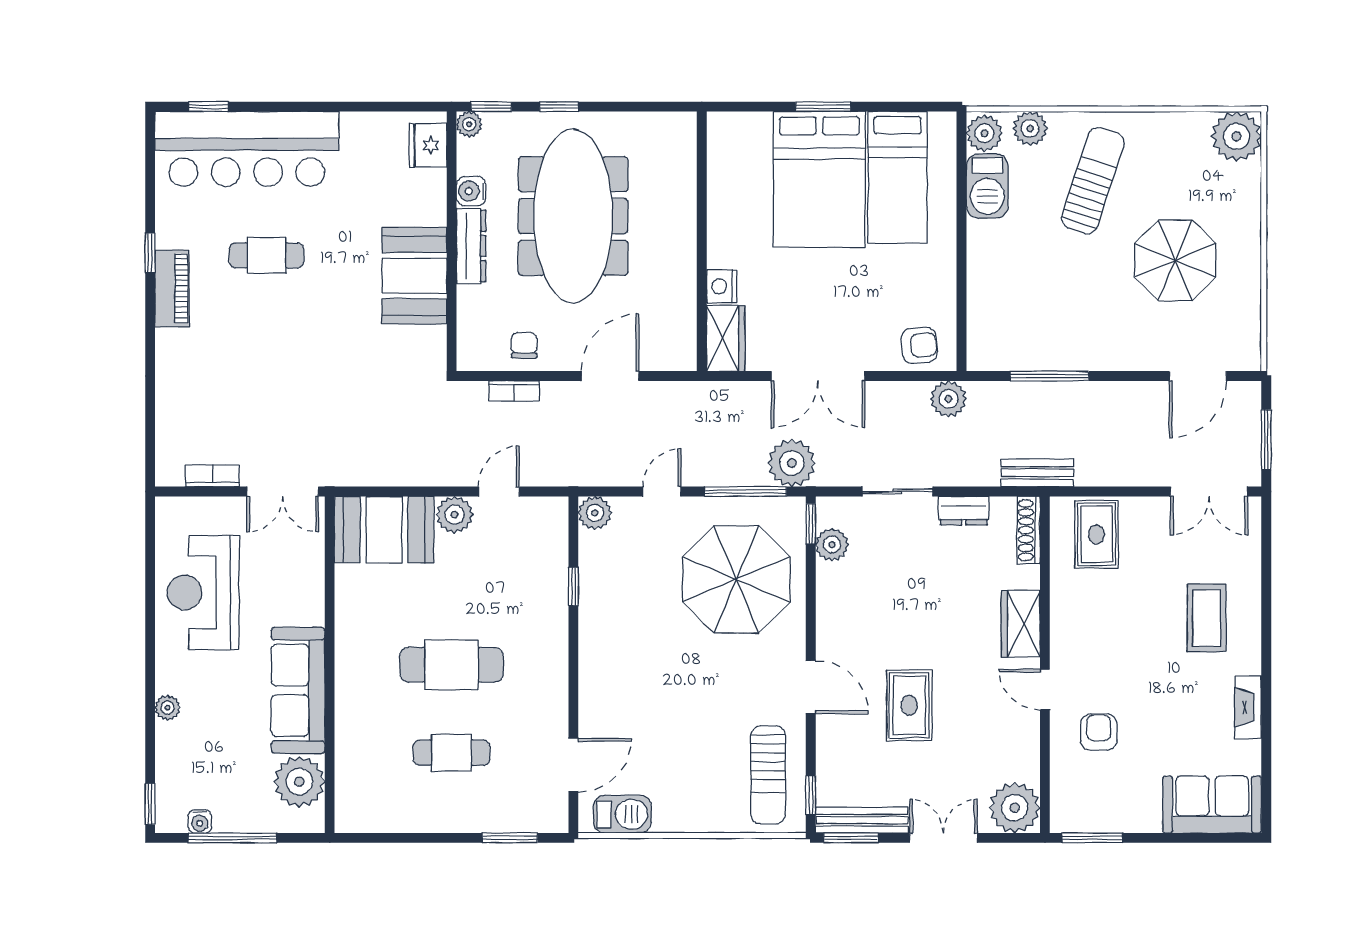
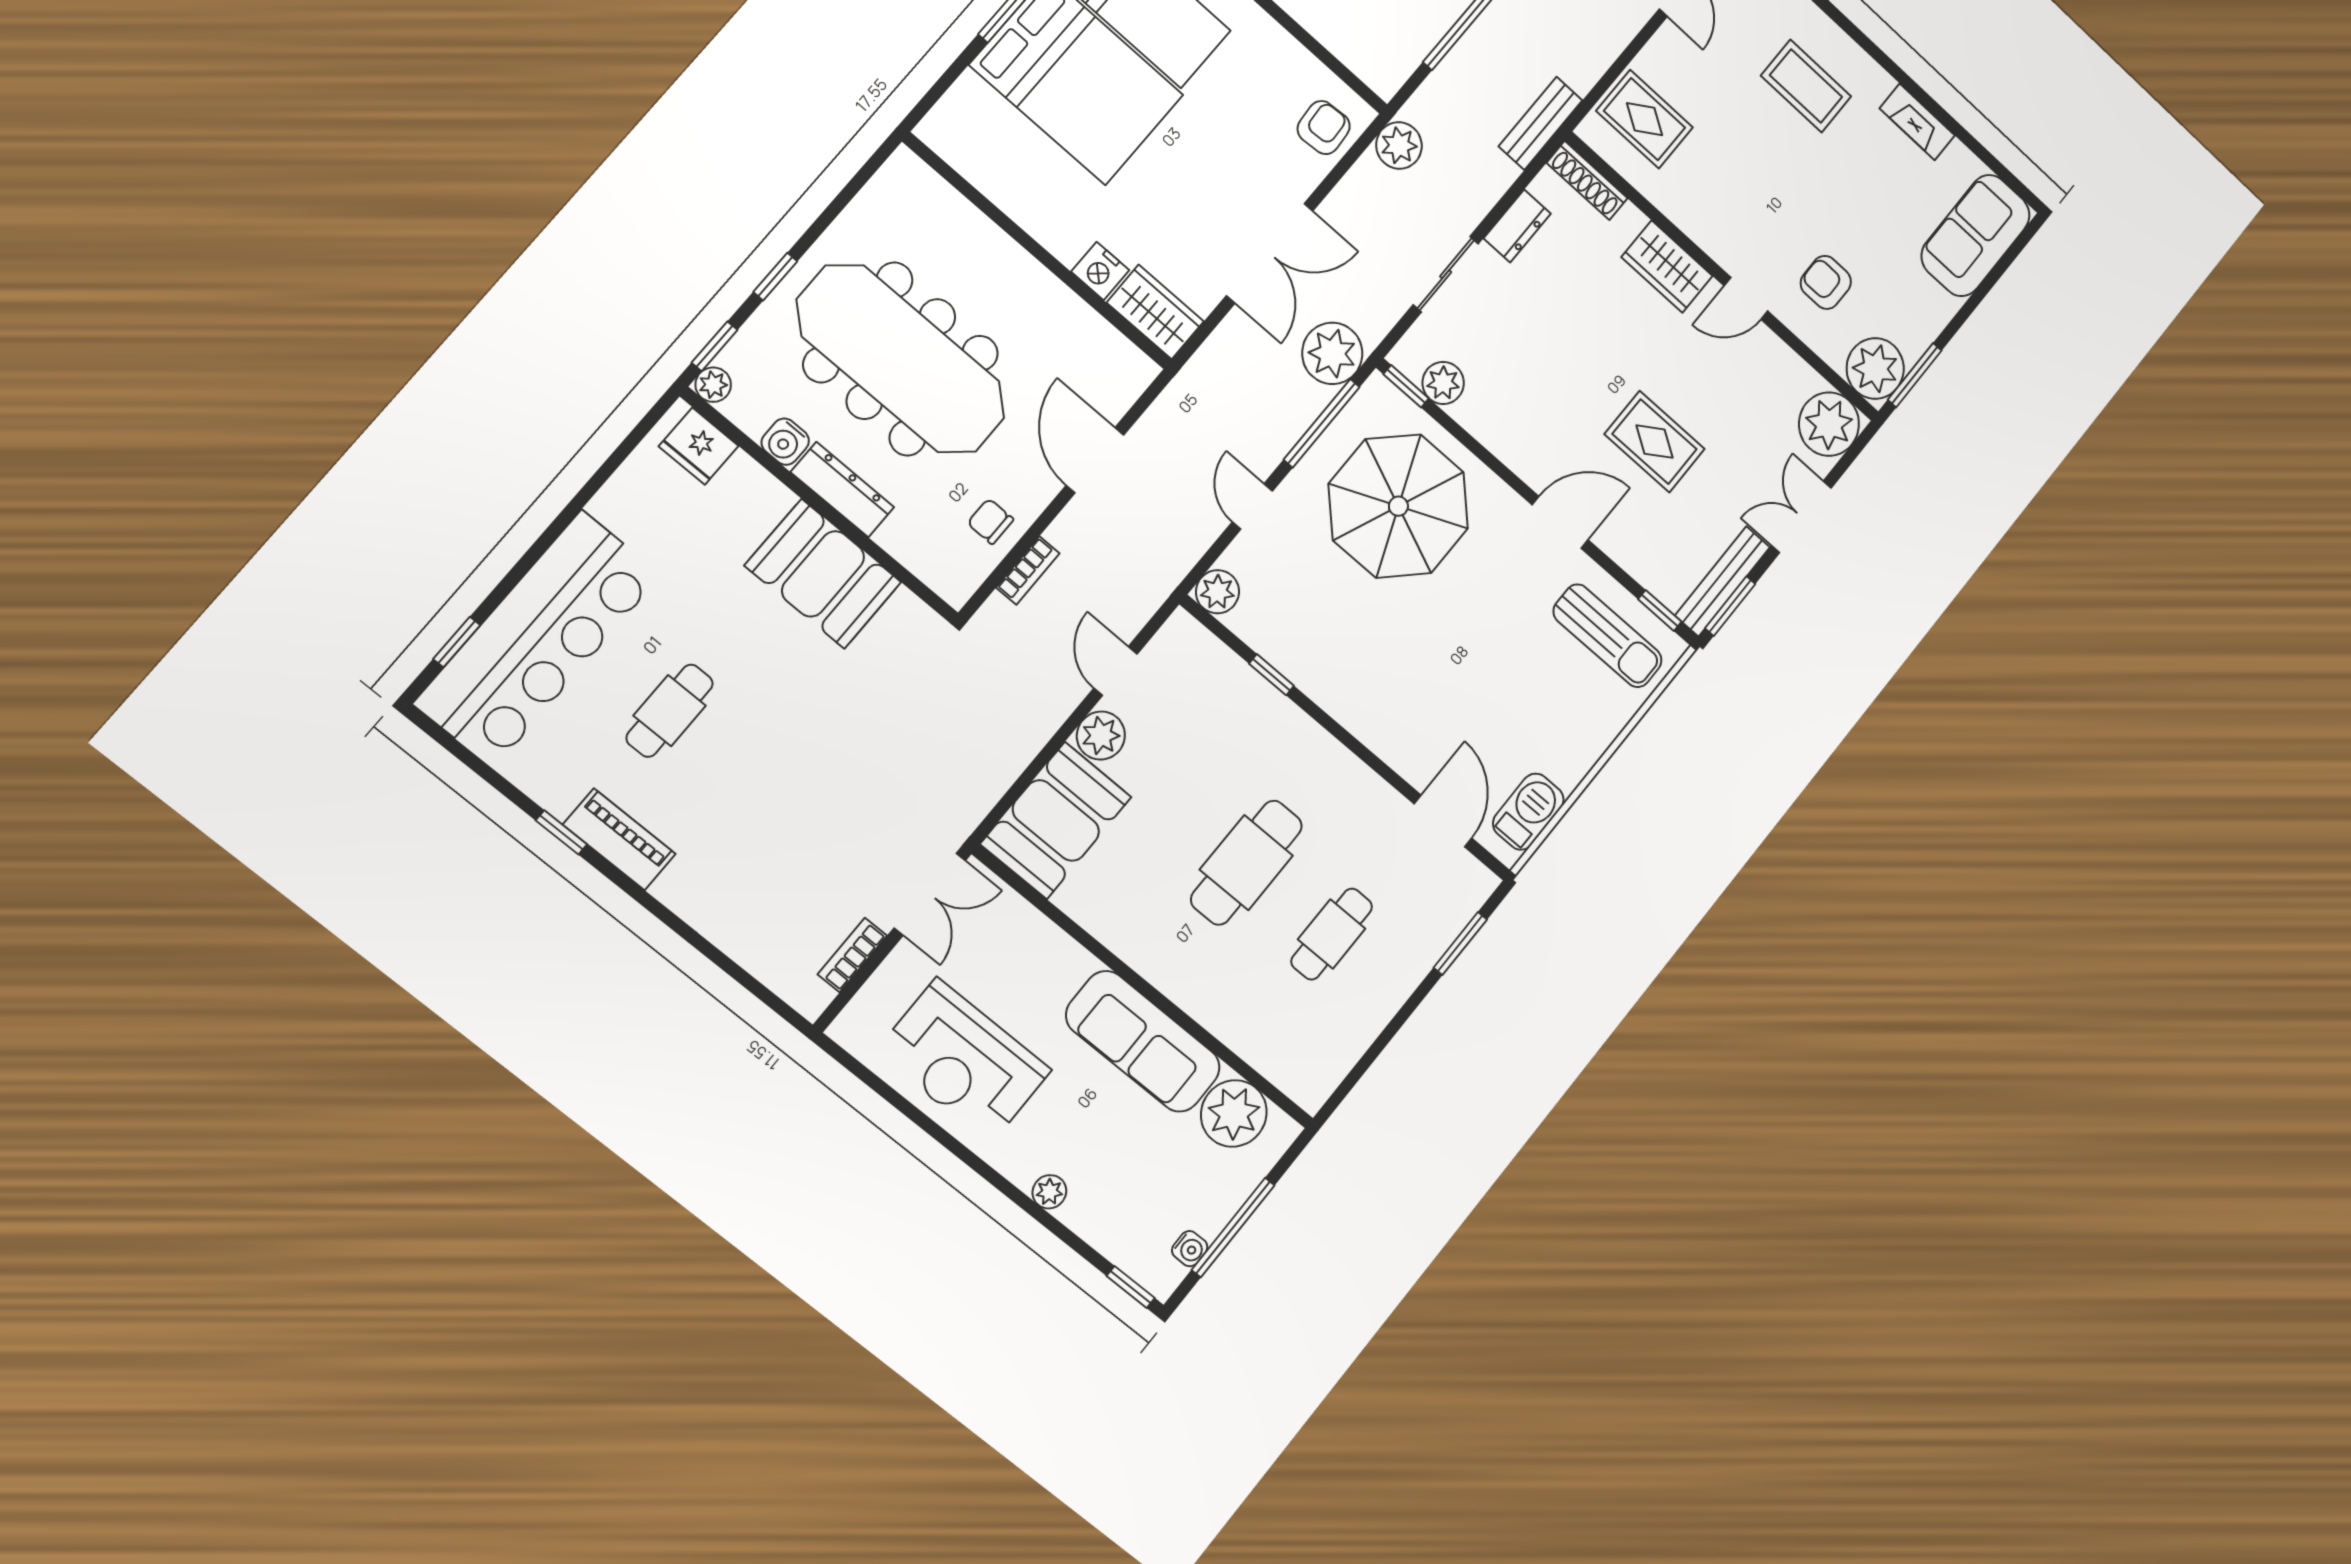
plant: (1074, 809) -> (1875, 369), added

